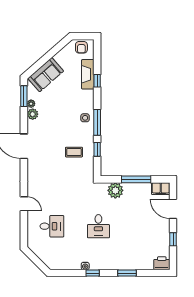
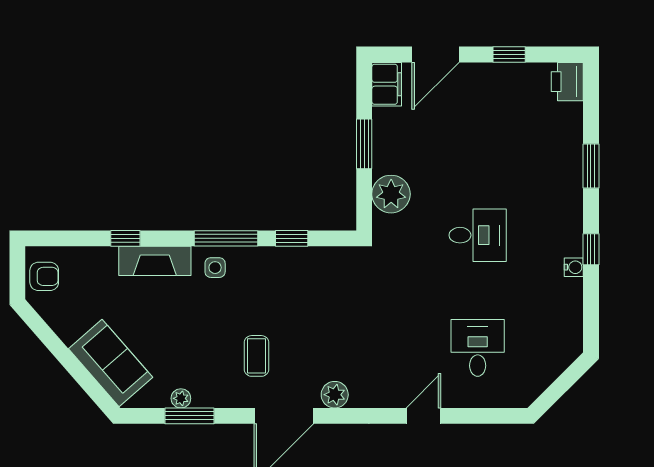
fireplace: (88, 74) -> (155, 261), moved
window: (24, 96) -> (189, 416), moved
plant: (33, 114) -> (335, 395), moved
coffee table: (74, 152) -> (256, 356), moved
window: (136, 179) -> (364, 144), width x0.69

